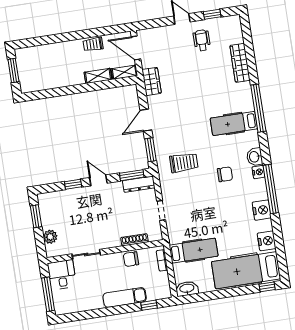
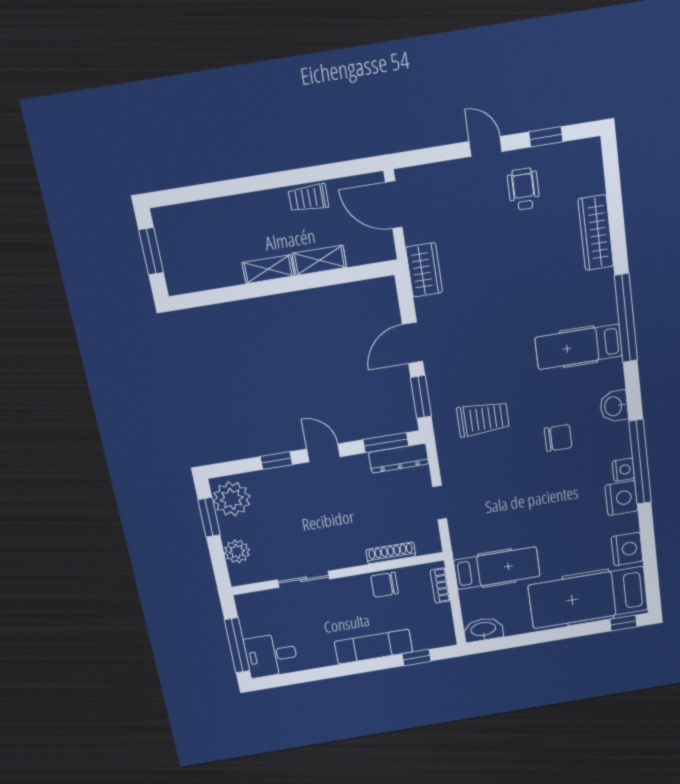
shelving: (124, 72) -> (268, 269), moved
nightstand: (258, 172) -> (623, 470), moved
plant: (49, 206) -> (232, 499), added
desk: (62, 275) -> (271, 655), moved, turned -90

